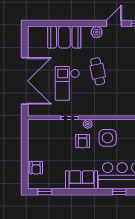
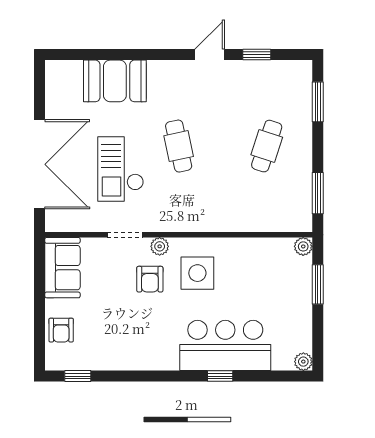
plant: (97, 32) -> (177, 71), removed
sofa: (82, 180) -> (62, 268), moved, turned 90

